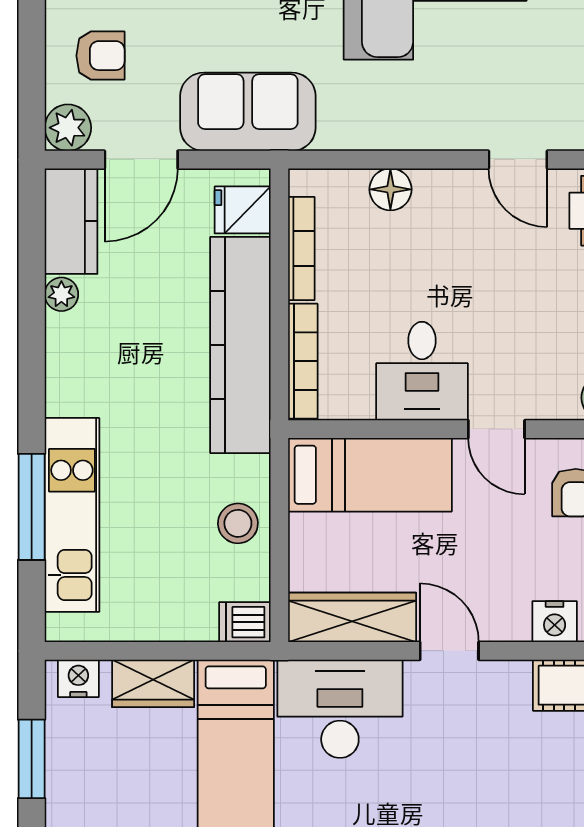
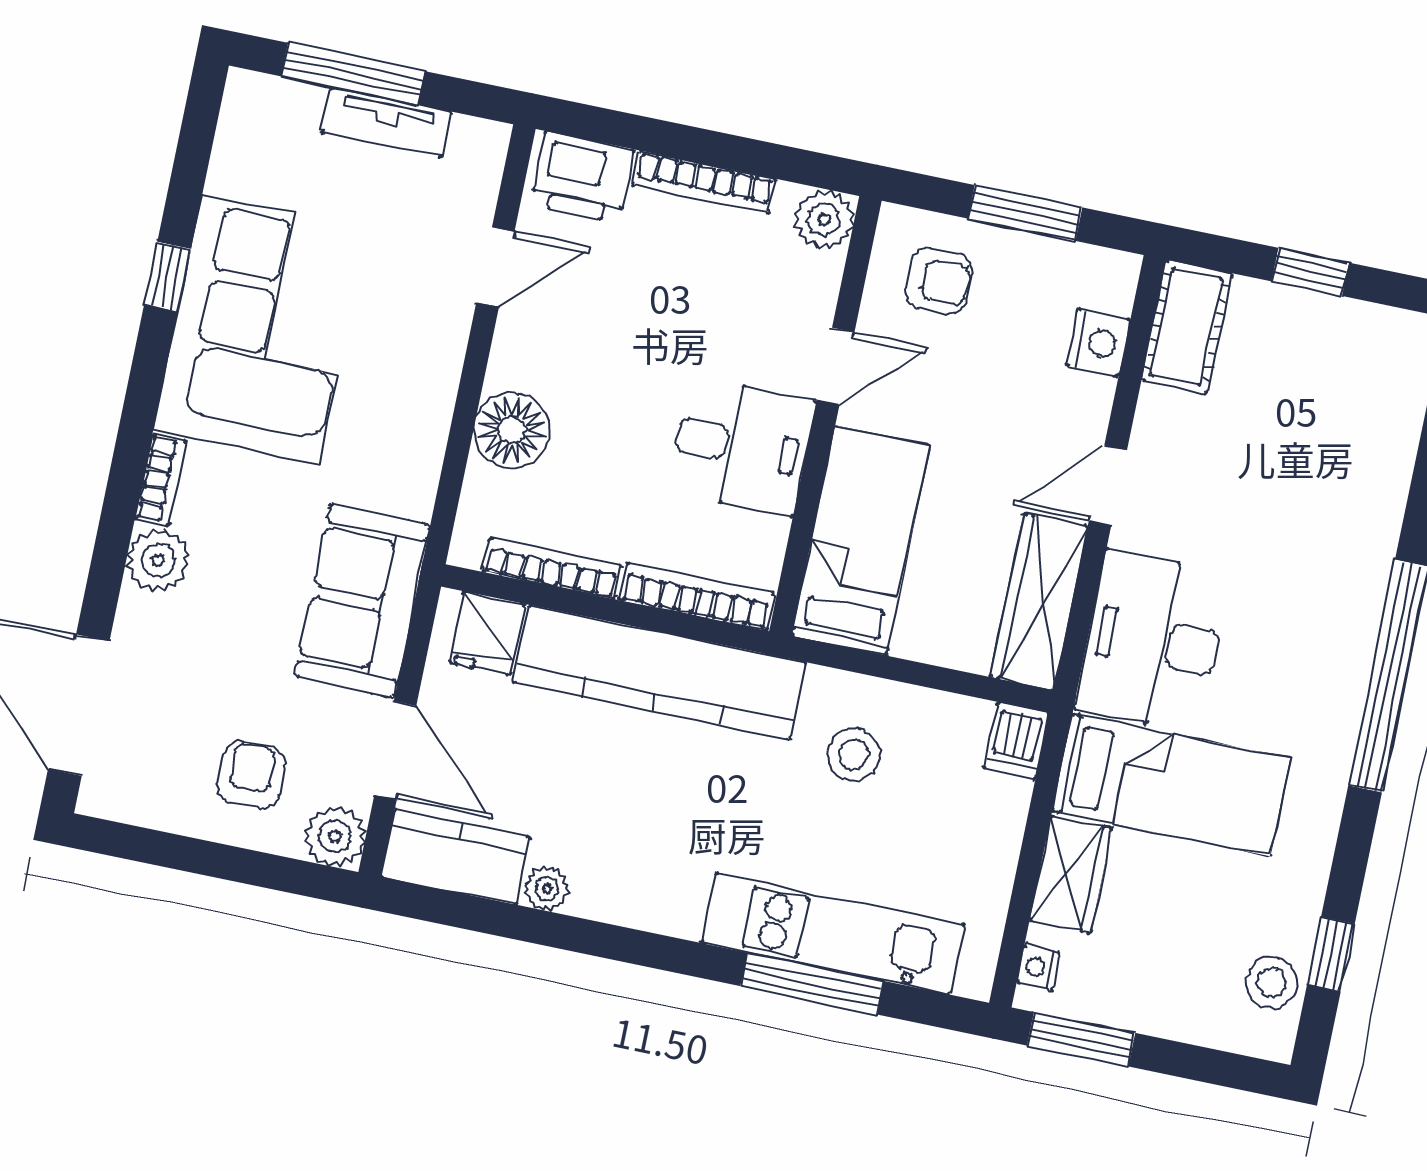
floor lamp: (390, 189) -> (512, 430), width x1.38, depth x1.38
stool: (238, 523) -> (854, 755), moved
nightstand: (78, 678) -> (1038, 968), width x0.72, depth x0.74
window: (32, 759) -> (1081, 1039), moved

